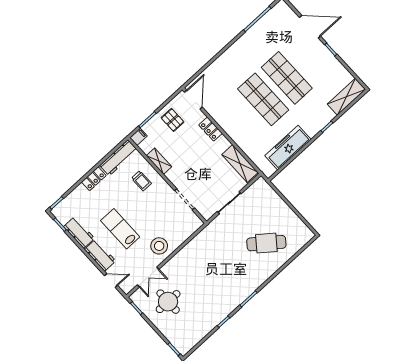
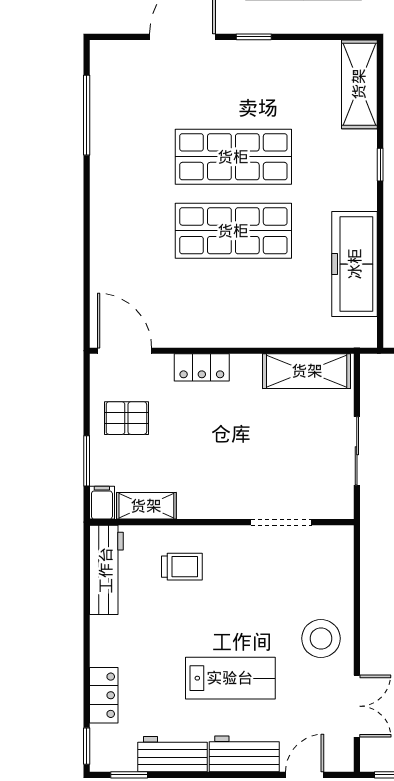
shelving: (159, 161) -> (146, 506), moved
locker: (94, 179) -> (104, 695), moved
lab bench: (120, 229) -> (230, 678), turned 180

